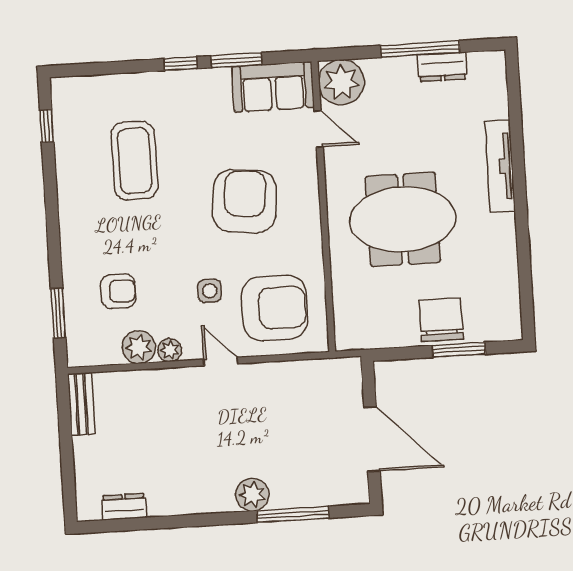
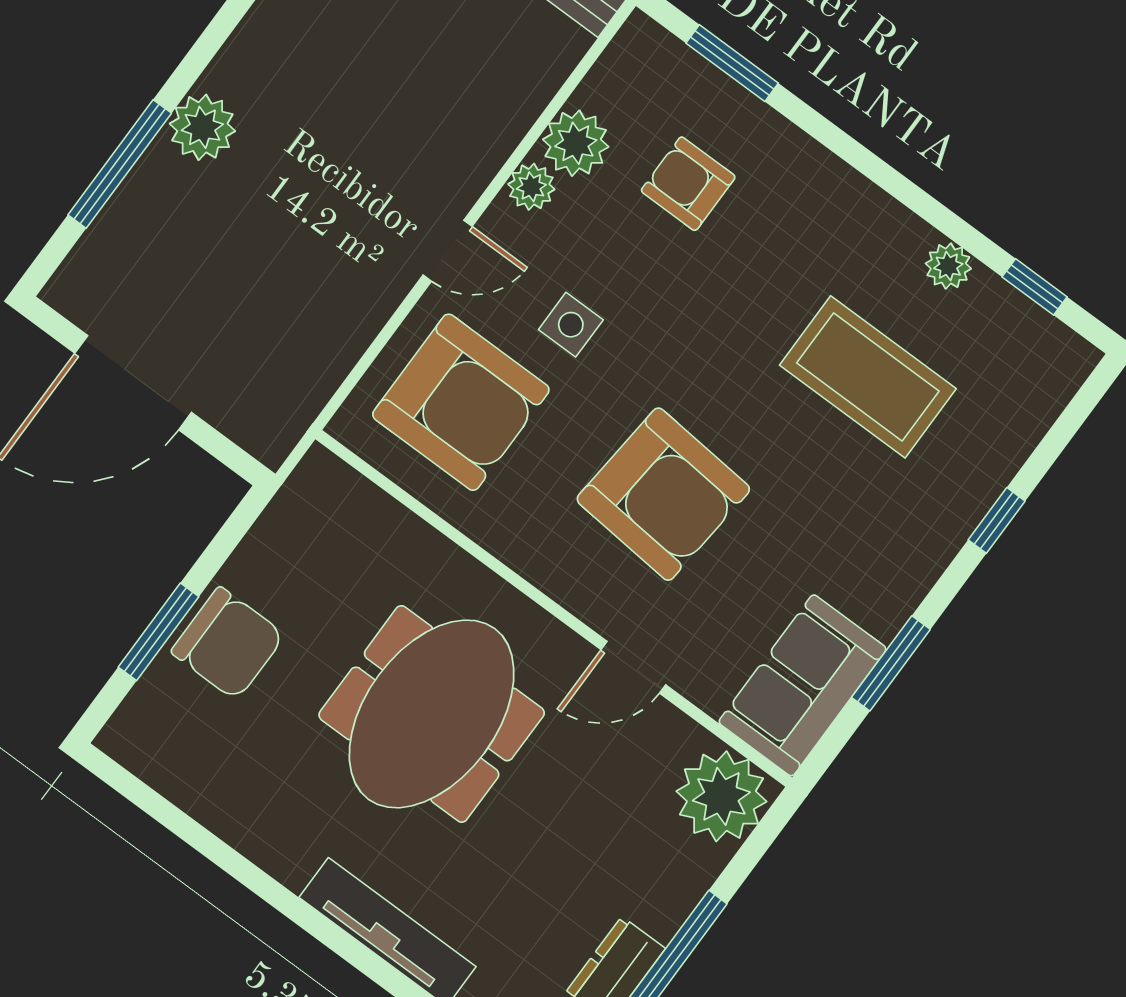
window: (181, 64) -> (997, 520), moved
door: (319, 129) -> (633, 667), moved
plant: (66, 165) -> (948, 266), added
armchair: (118, 291) -> (688, 184), turned 90
armchair: (274, 308) -> (461, 402), turned -90

